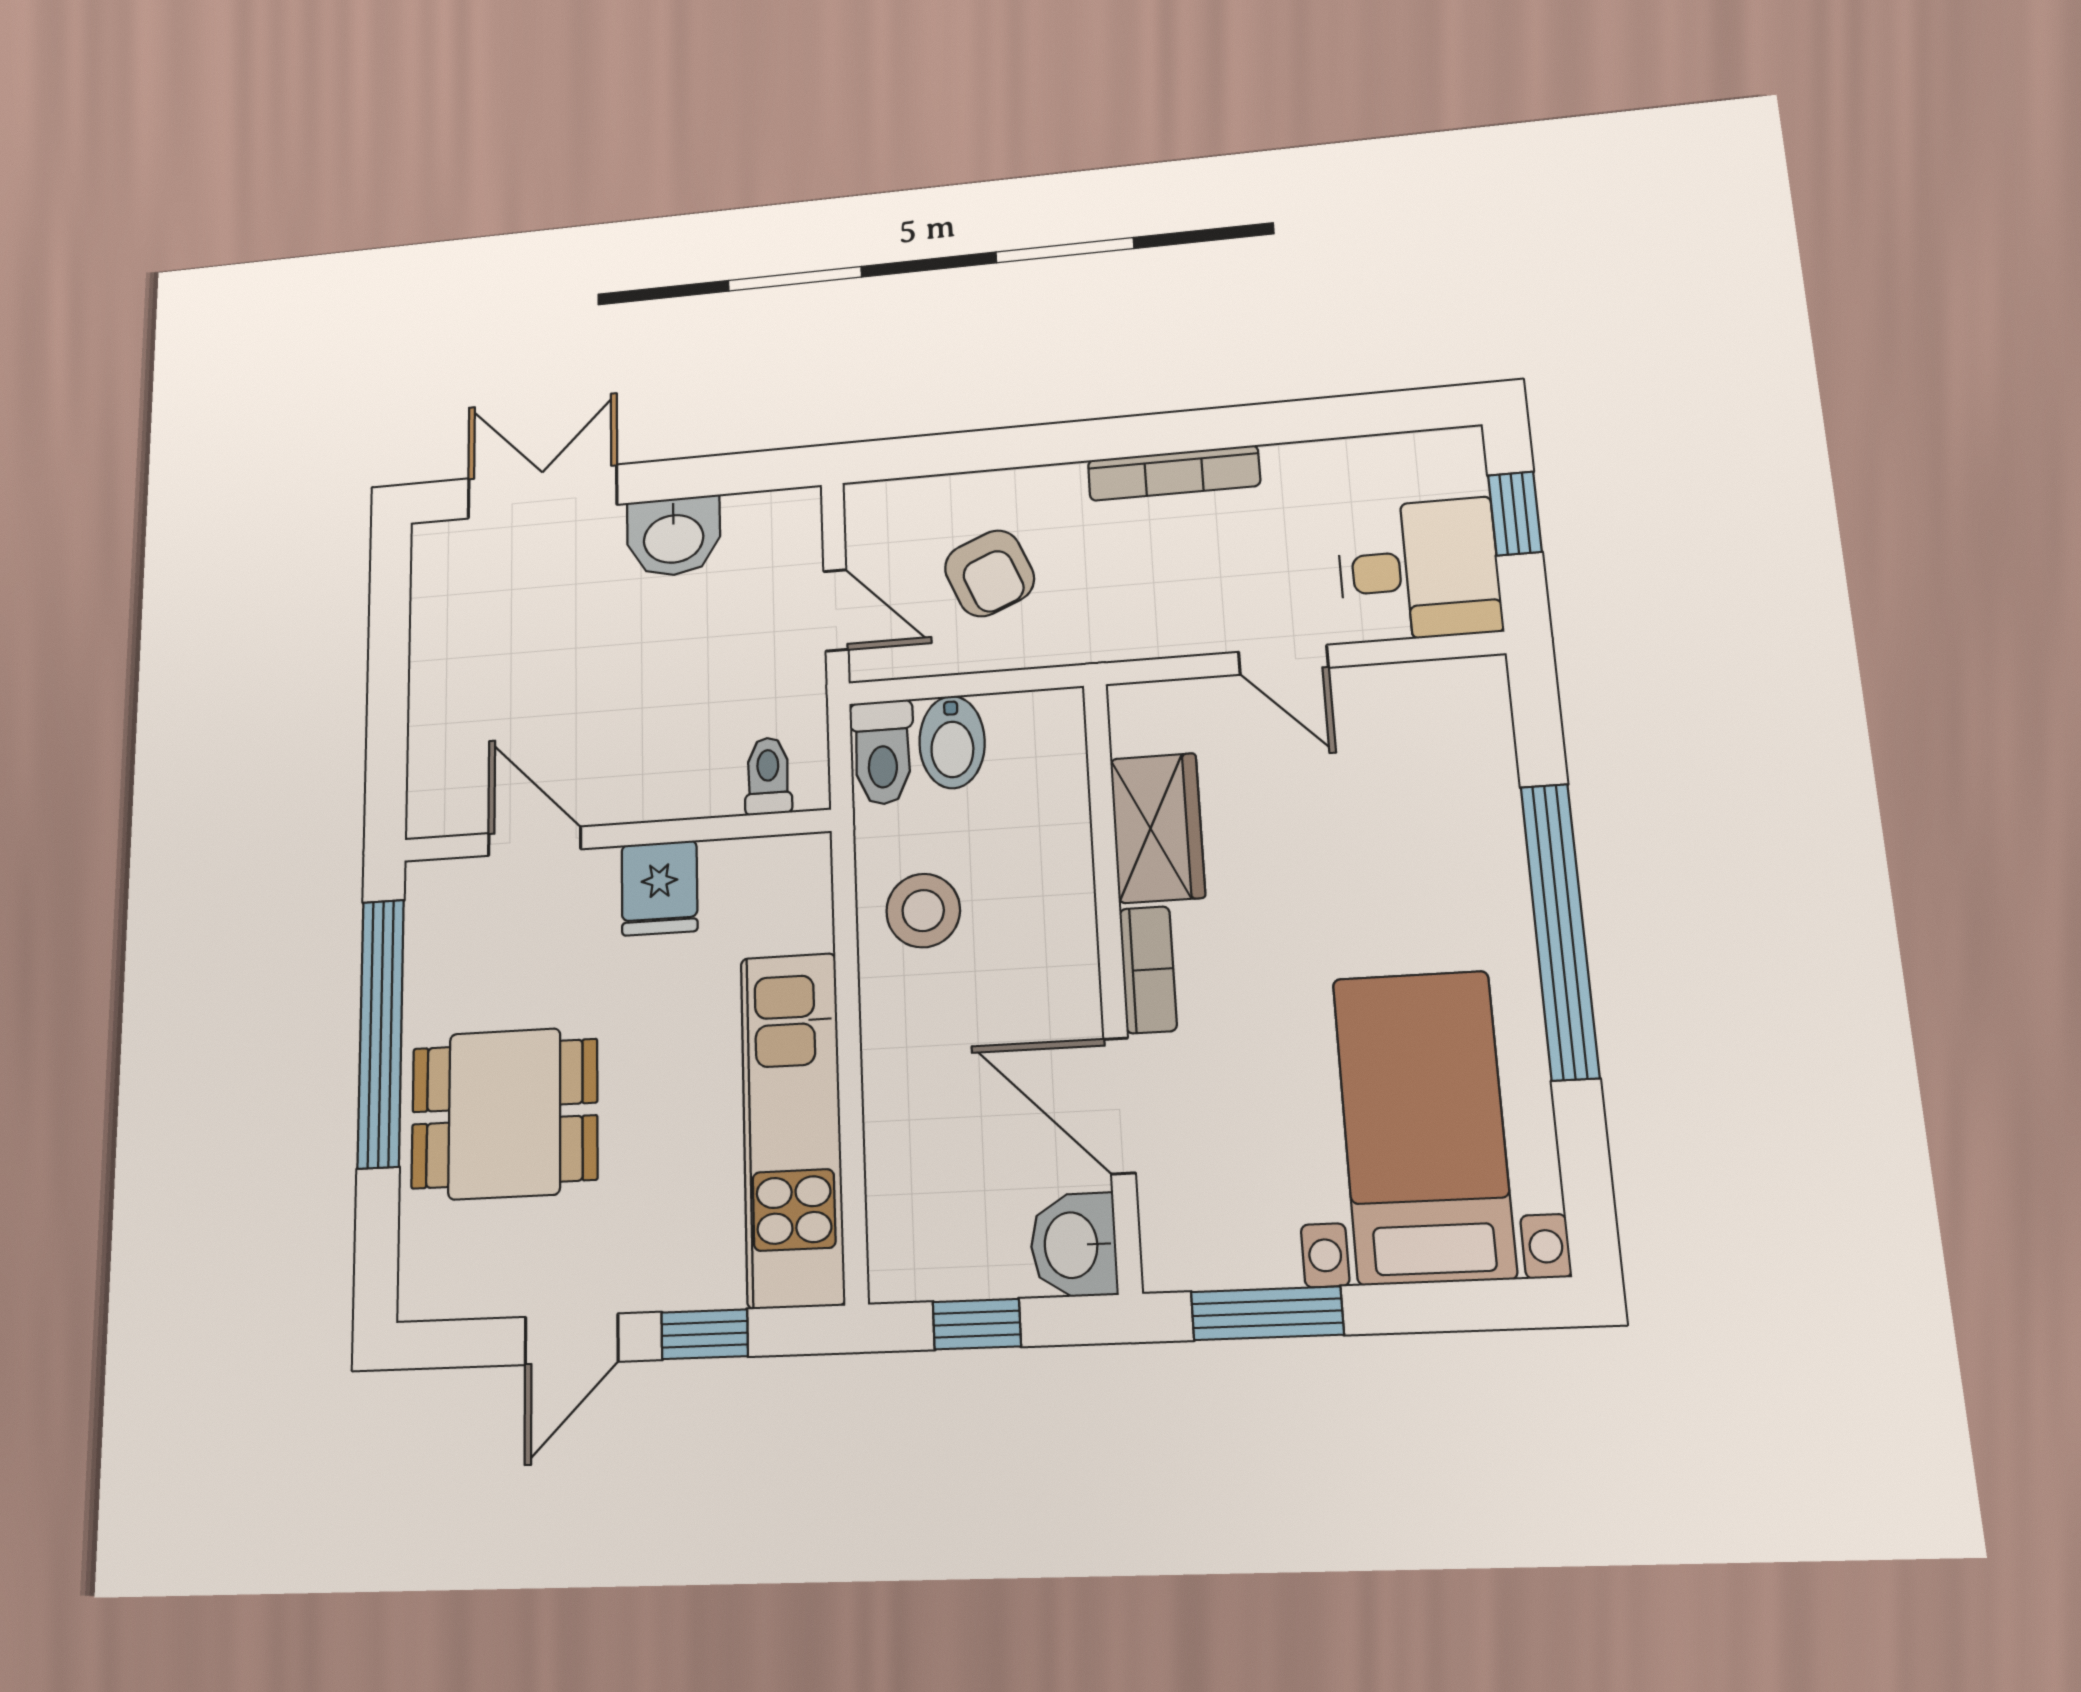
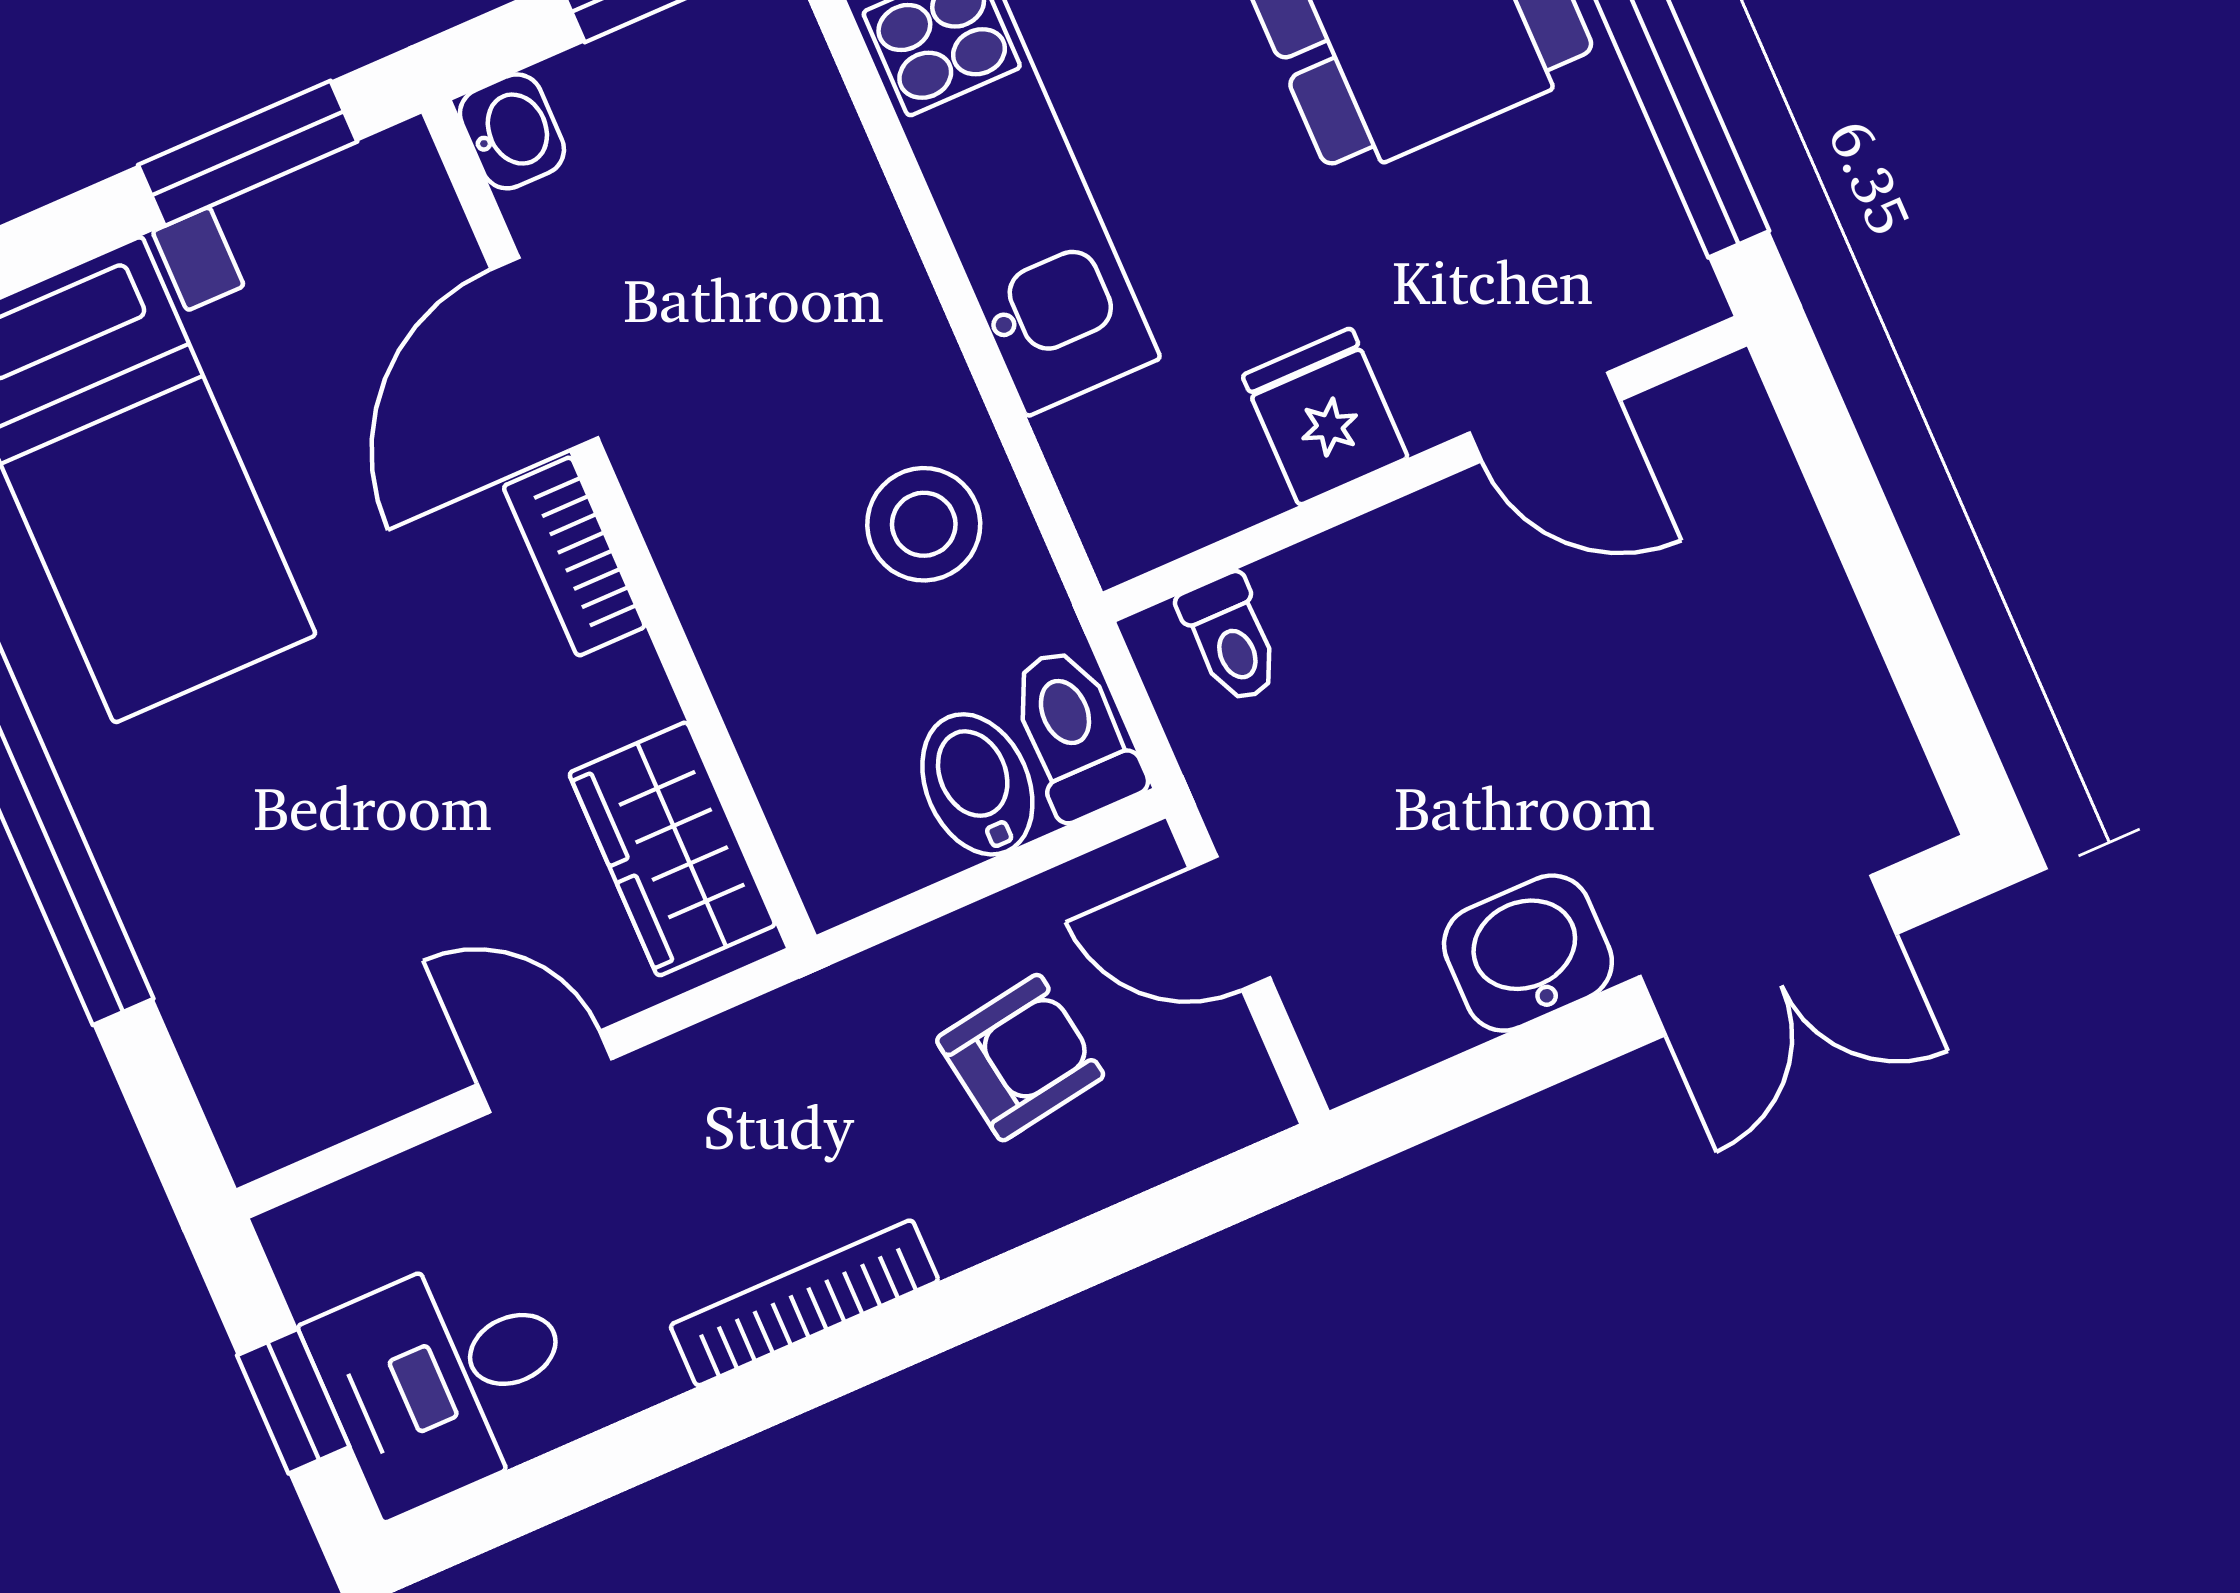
desk: (1419, 570) -> (447, 1378), moved
armchair: (990, 573) -> (1020, 1058), turned 104
wardrobe: (1157, 828) -> (672, 849), moved
door: (1119, 1106) -> (545, 354), swing flipped
washbasin: (1074, 1245) -> (512, 131), width x0.72, depth x0.69

